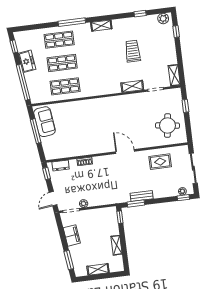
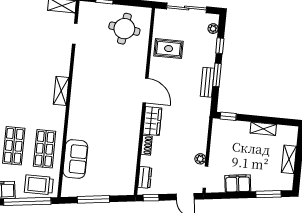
trolley: (133, 51) -> (39, 185), moved
shelving: (132, 86) -> (61, 91), moved
sofa: (45, 122) -> (75, 159), moved, turned 97
door: (125, 152) -> (146, 91), swing flipped
wardrobe: (104, 162) -> (152, 121), added
rug: (160, 162) -> (169, 49), turned 90
window: (183, 198) -> (220, 46), moved
window: (136, 204) -> (217, 75), moved

